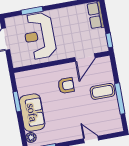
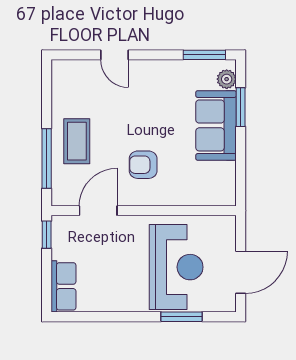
coffee table: (102, 91) -> (77, 141), turned 90
window: (120, 99) -> (47, 159), moved
window: (17, 102) -> (241, 107), moved

